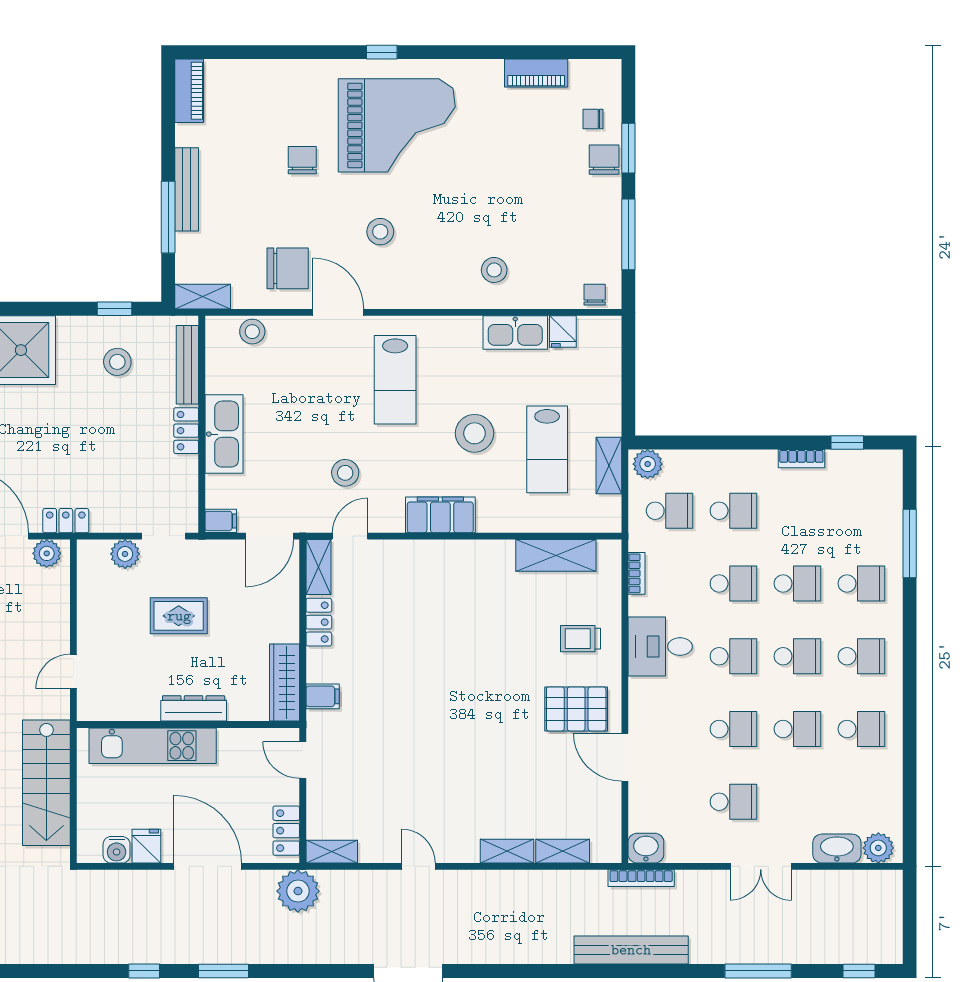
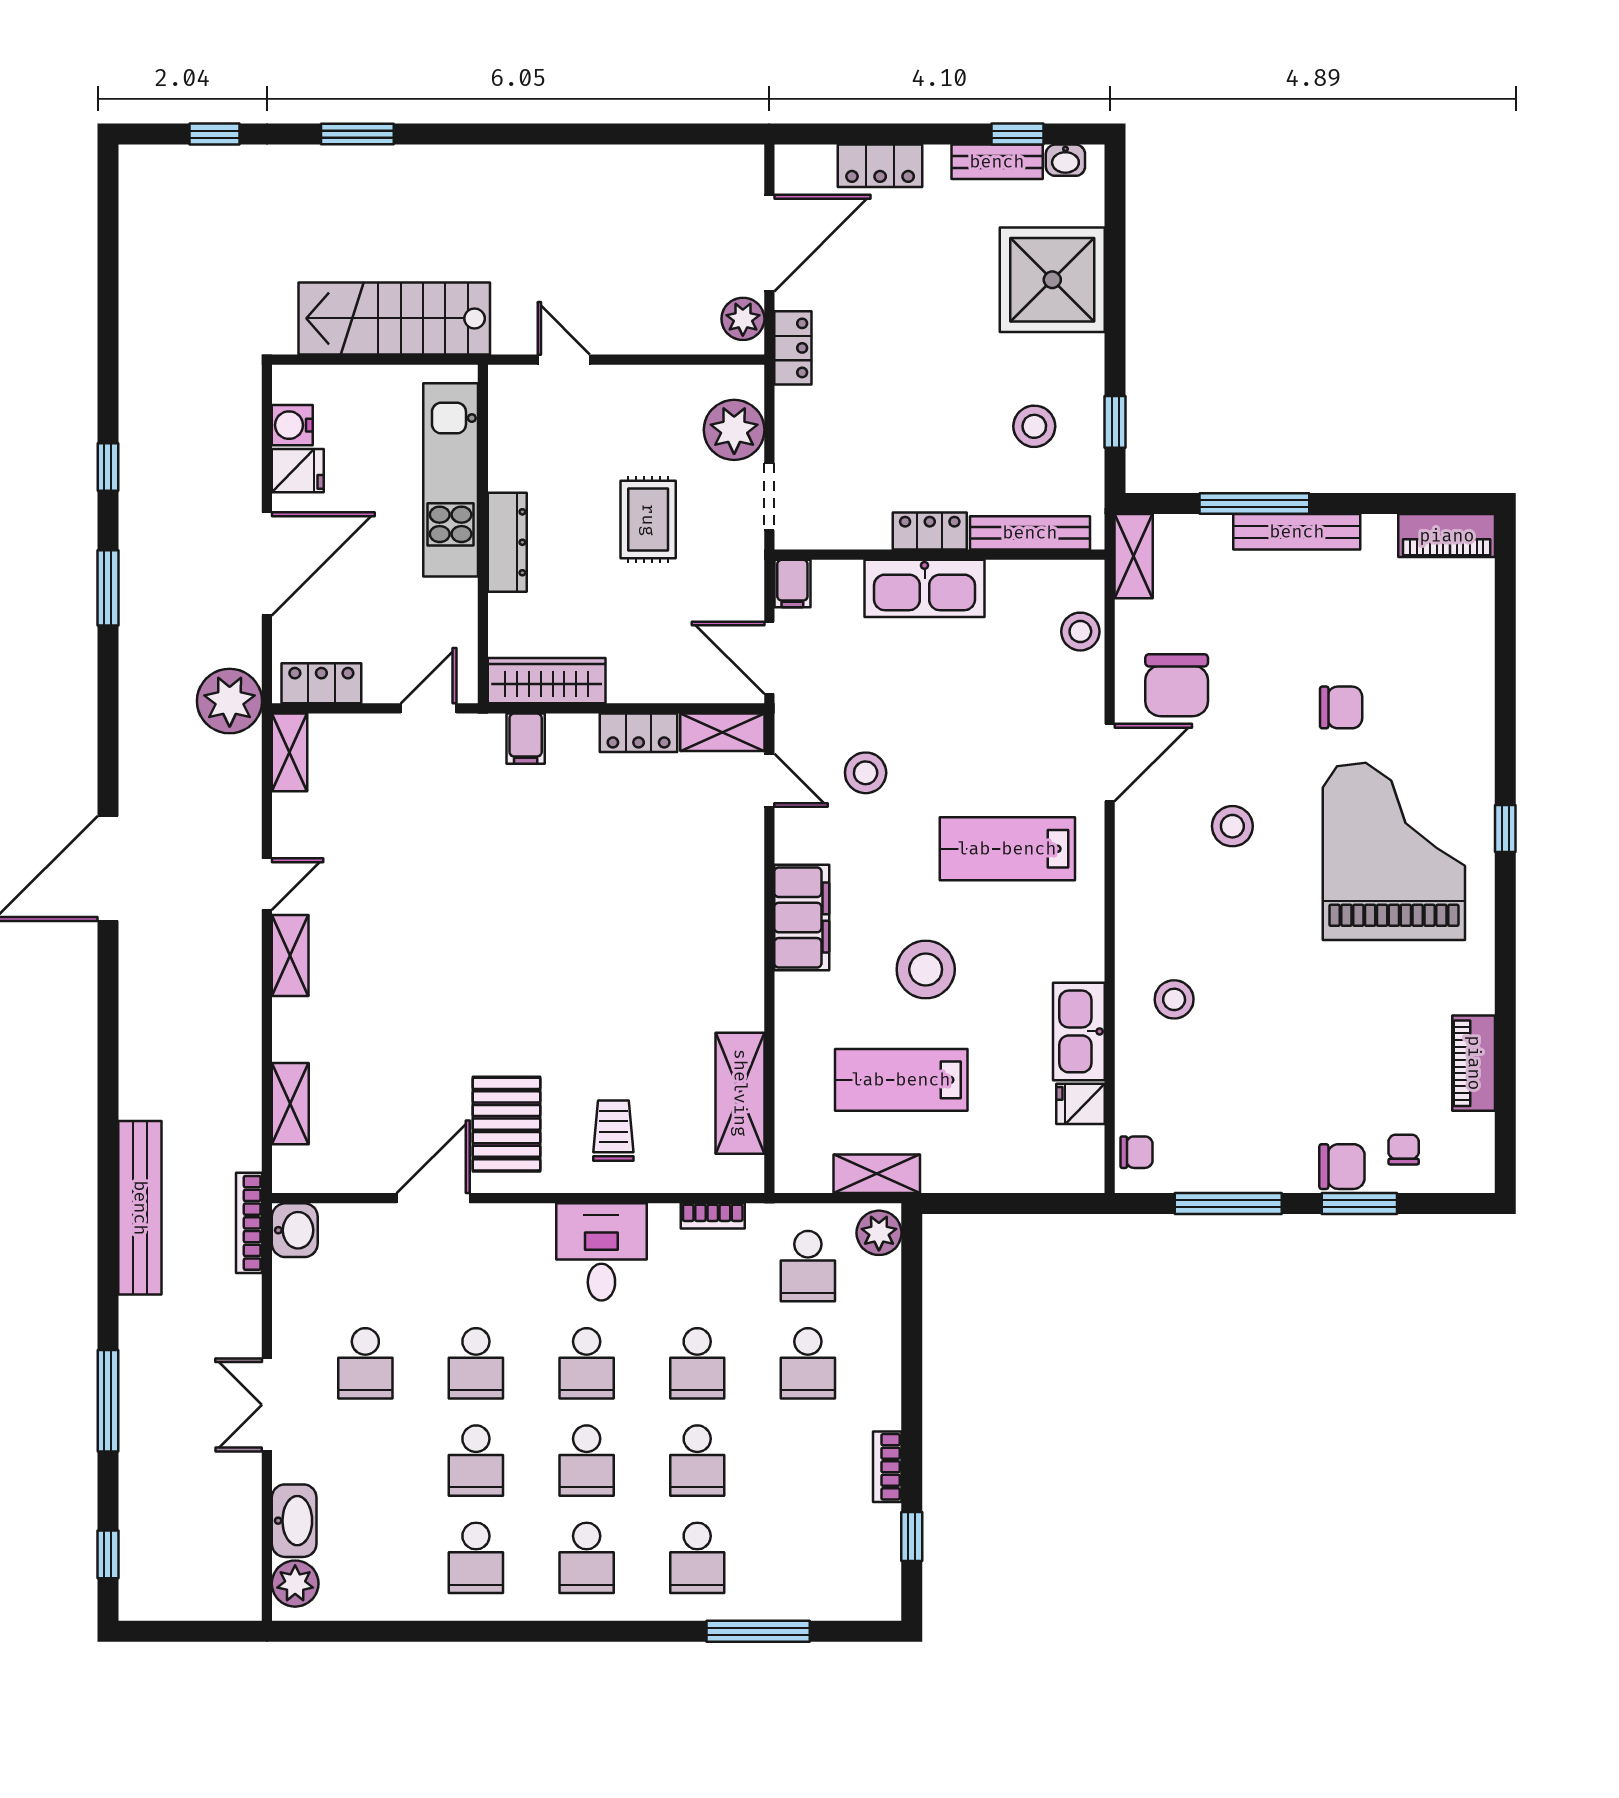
grand piano: (397, 125) -> (1394, 851), turned 180
plant: (125, 554) -> (734, 430), width x1.36, depth x1.36
shelving: (507, 851) -> (290, 955), moved

